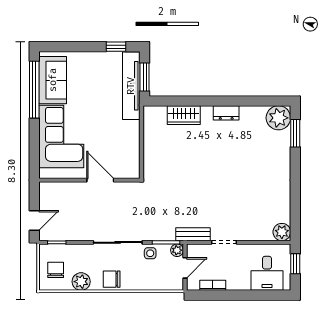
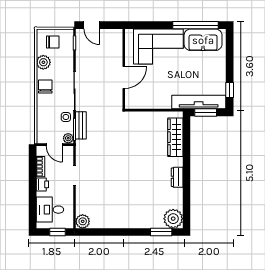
wardrobe: (184, 115) -> (175, 137), width x1.50
bench: (193, 234) -> (81, 125), moved
printer: (235, 283) -> (42, 184), added

